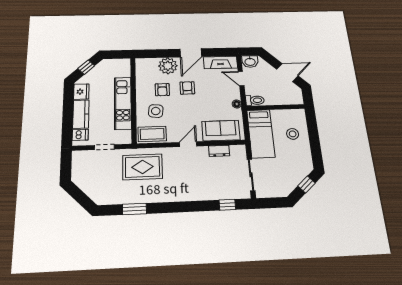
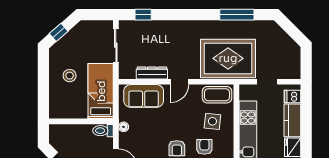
stool: (293, 134) -> (70, 76), moved
dresser: (219, 151) -> (152, 73), width x1.44
rug: (142, 167) -> (228, 58), width x1.37, depth x1.44
window: (134, 209) -> (237, 15), width x1.44

